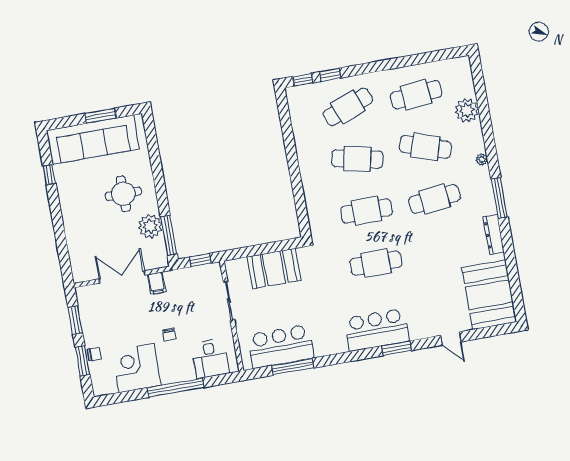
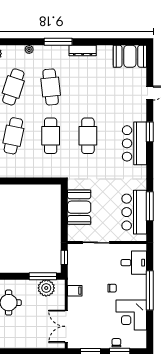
plant: (150, 226) -> (46, 288), moved
double door: (122, 277) -> (66, 326), moved
booth: (489, 295) -> (130, 56), width x0.73, depth x0.70

